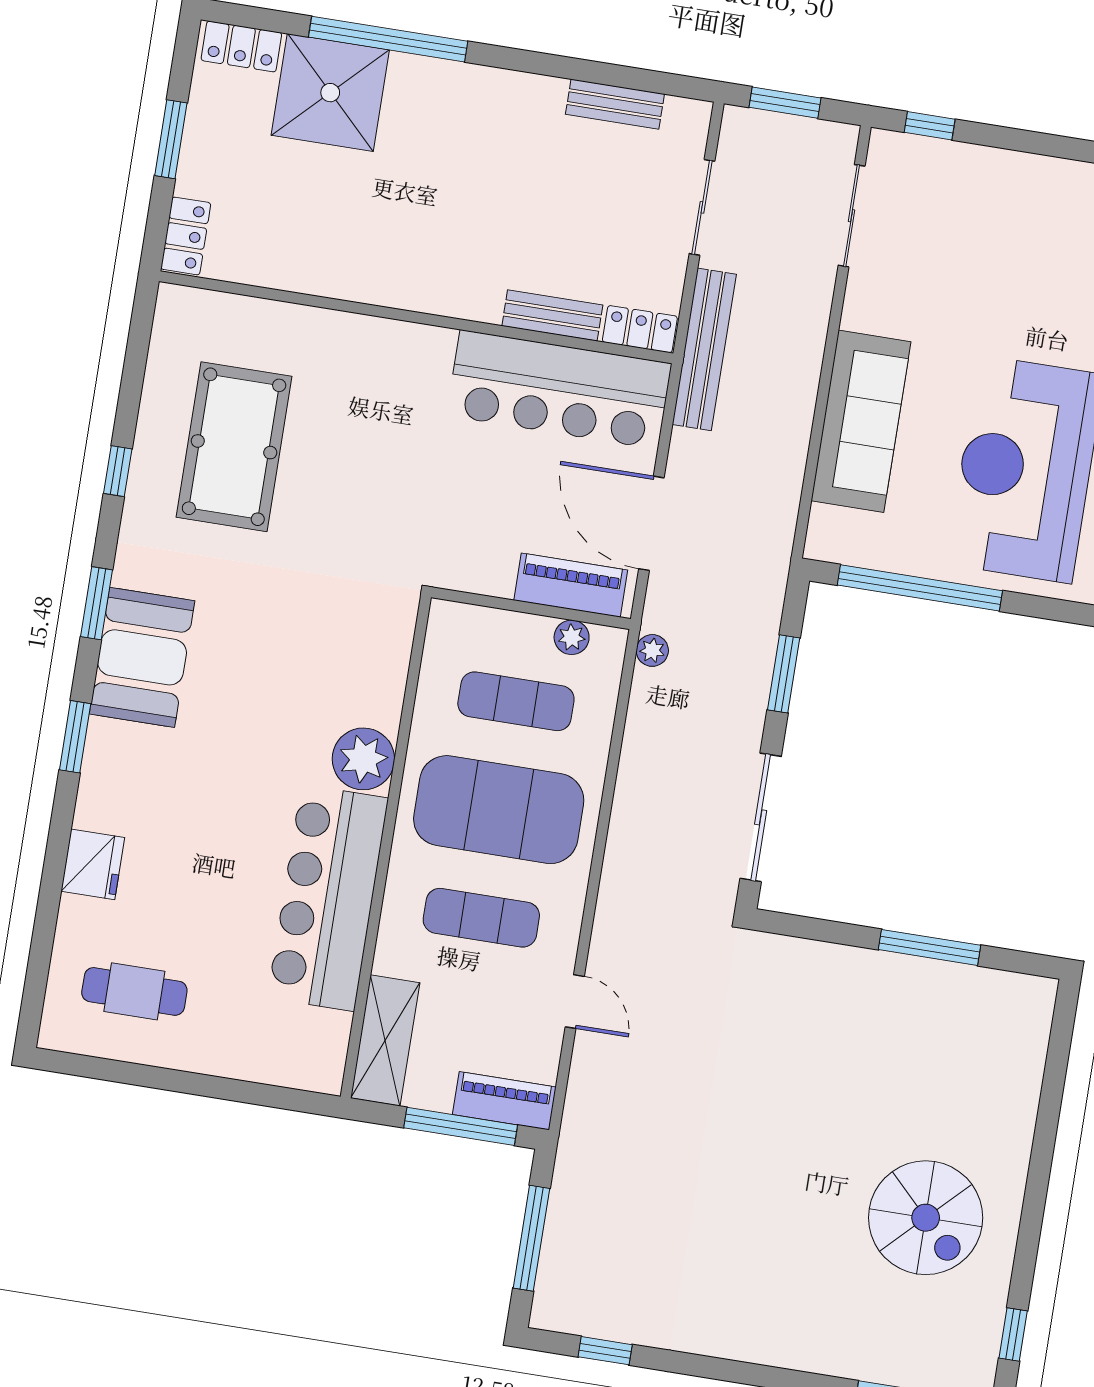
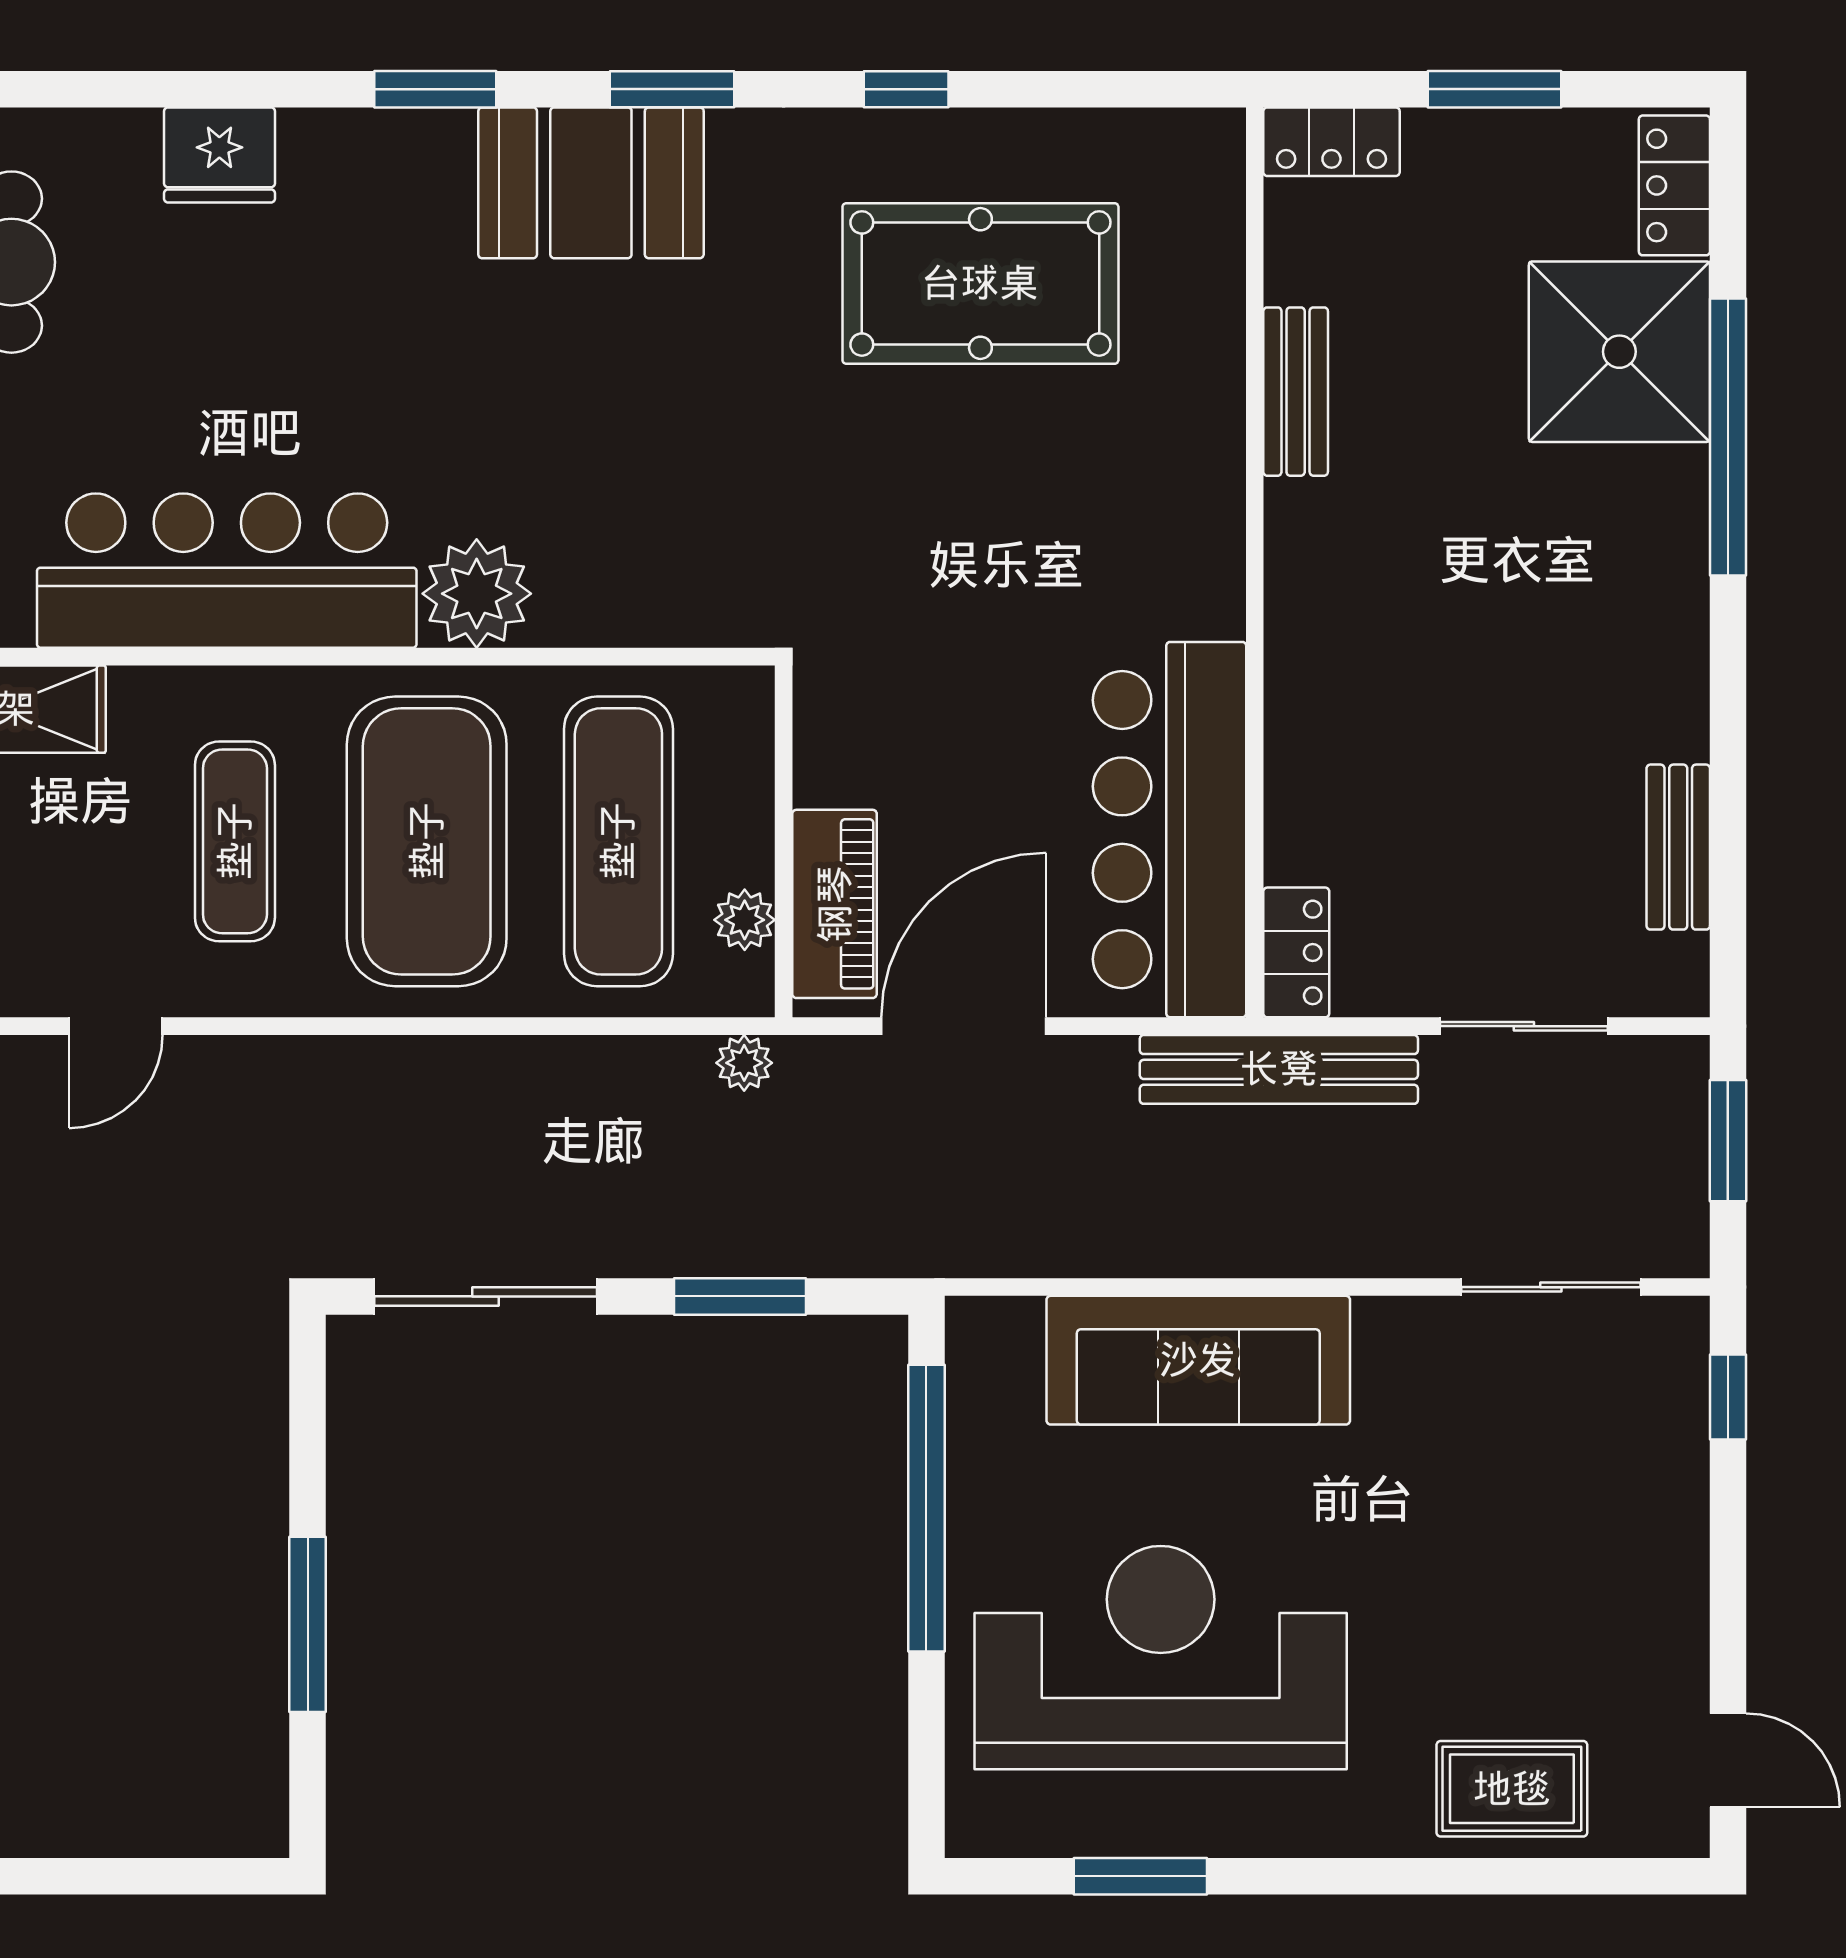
bench: (552, 315) -> (1296, 392), moved
exercise mat: (516, 701) -> (618, 841), width x1.36, depth x1.45

